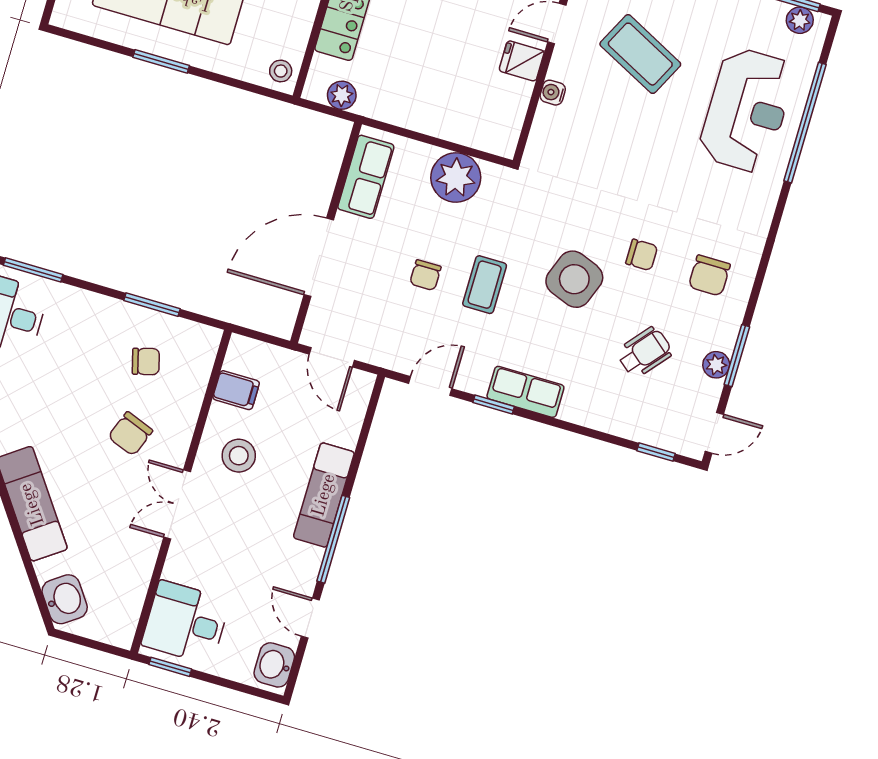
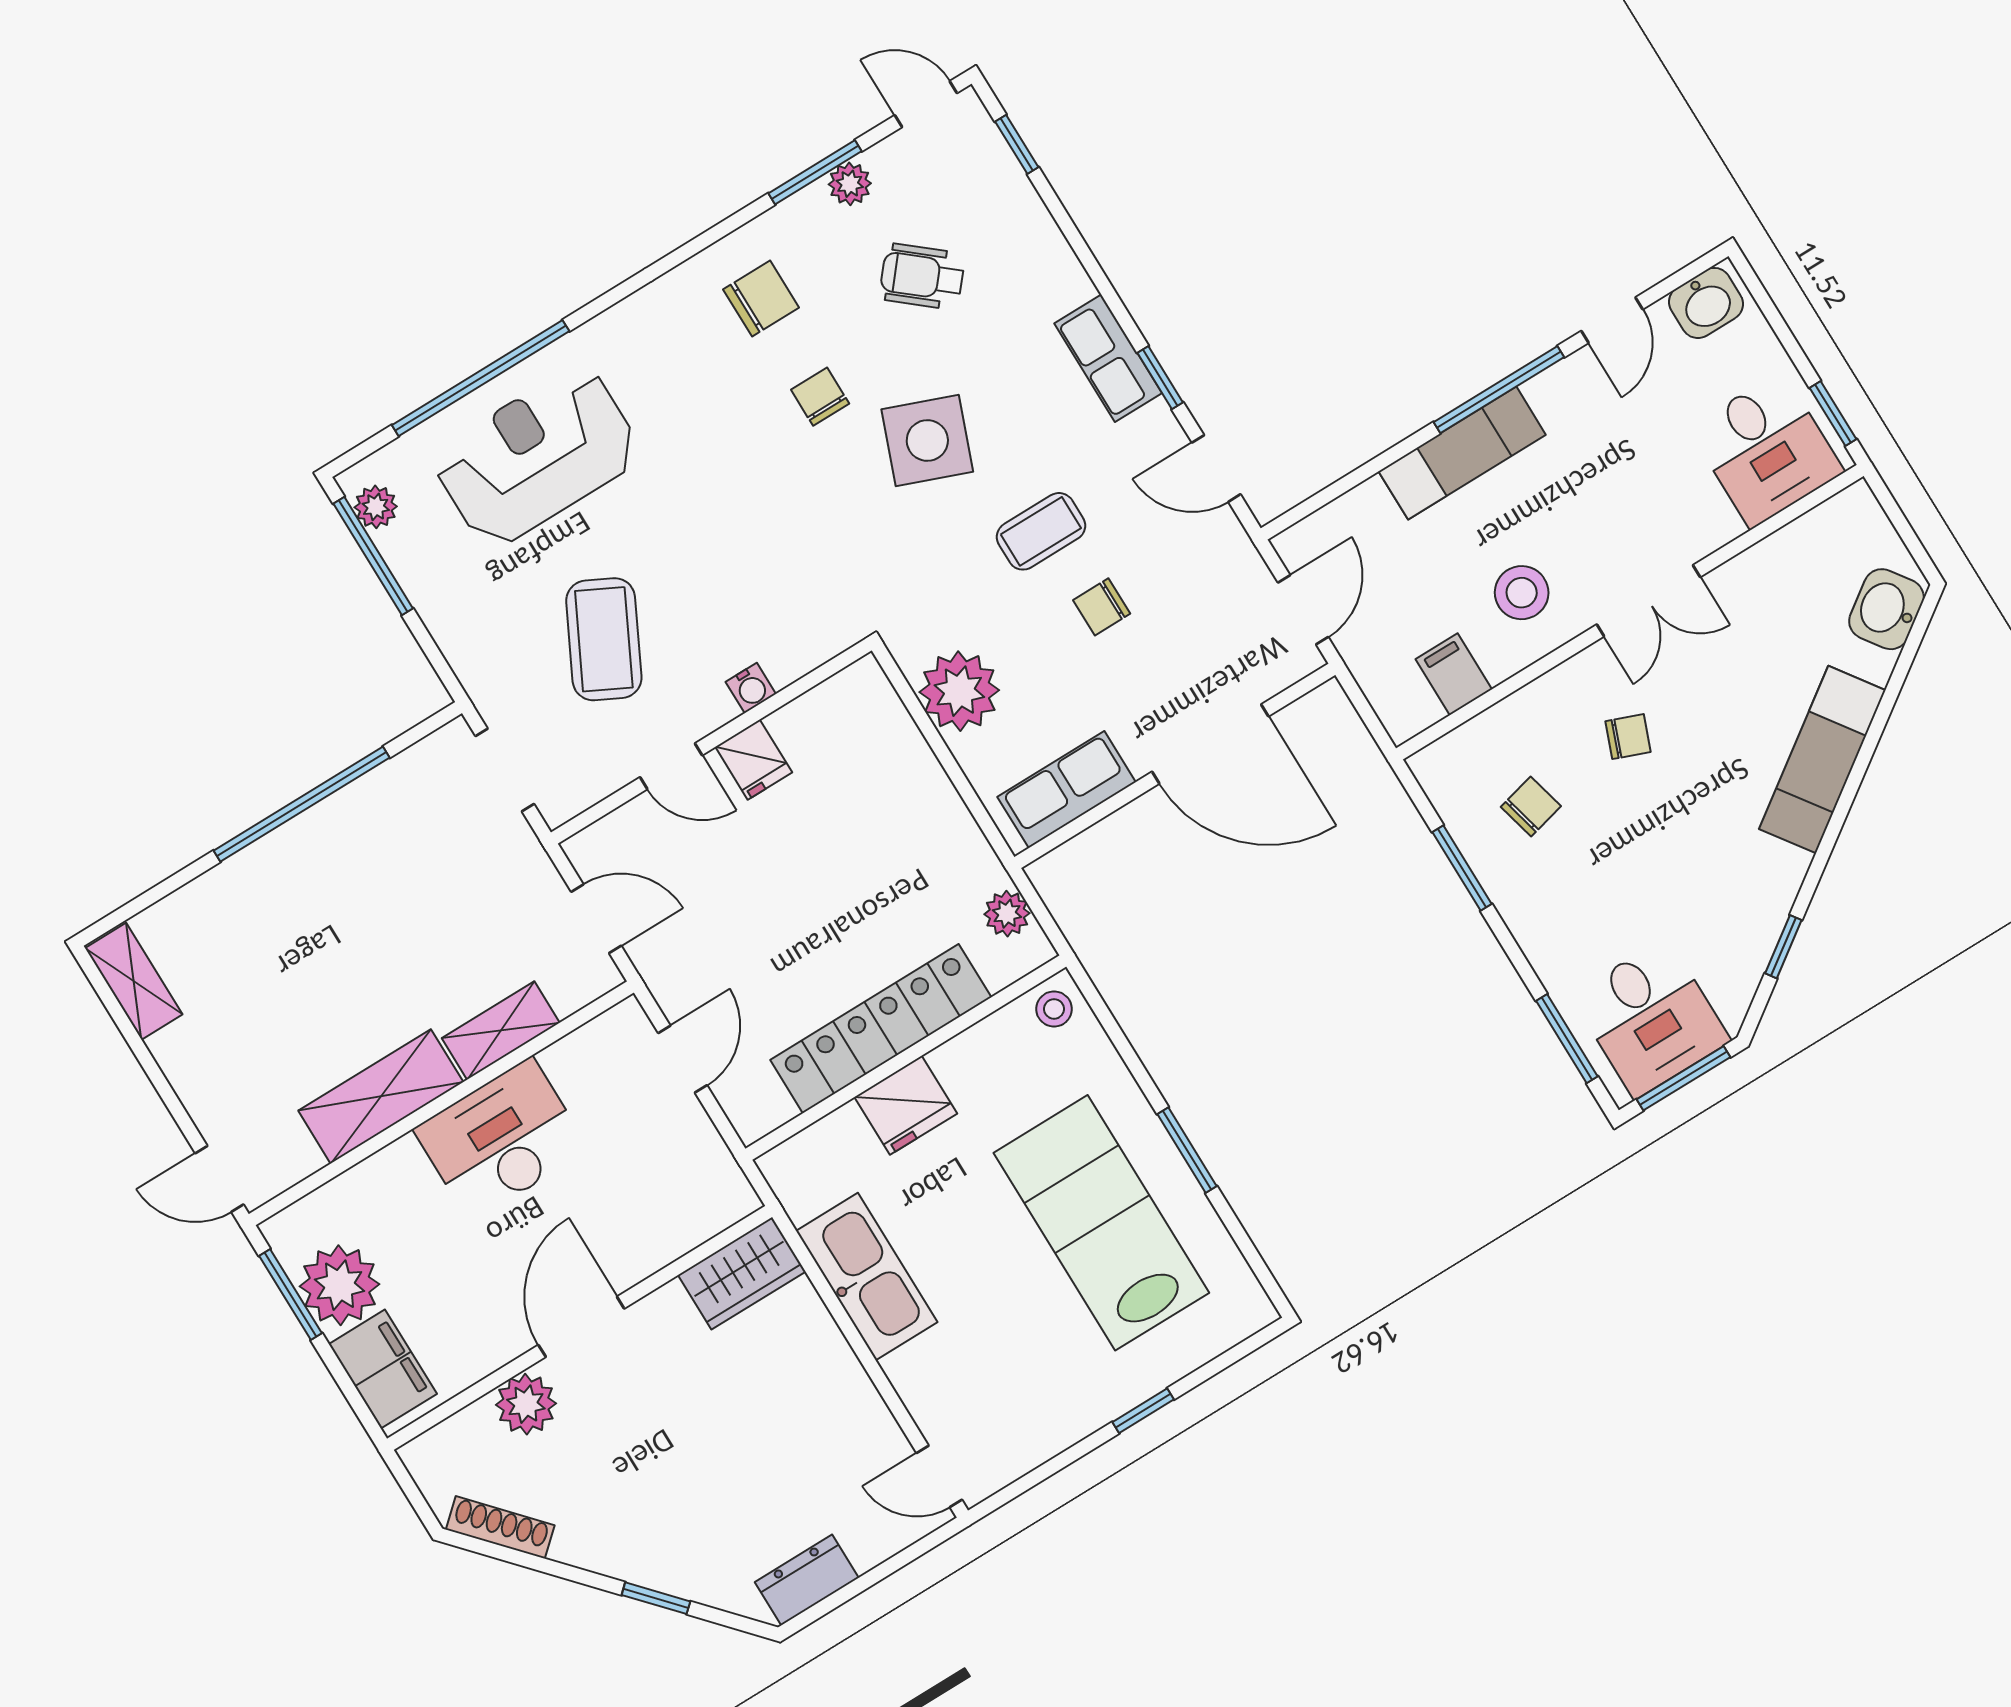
chair: (425, 275) -> (1102, 607), turned 180
chair: (146, 361) -> (1531, 806), turned 91
chair: (130, 434) -> (1628, 737), width x0.73, depth x0.73

